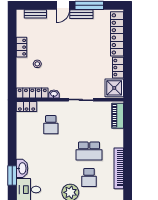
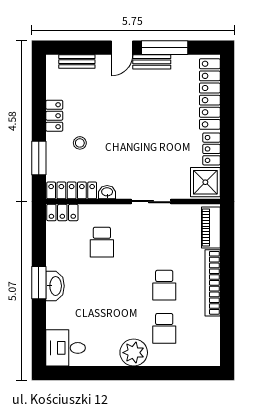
window: (12, 73) -> (39, 158), added
school desk: (89, 151) -> (164, 285), width x0.54
washbasin: (22, 168) -> (55, 286), moved
bookcase: (119, 168) -> (213, 283), moved
window: (12, 175) -> (39, 283), moved

